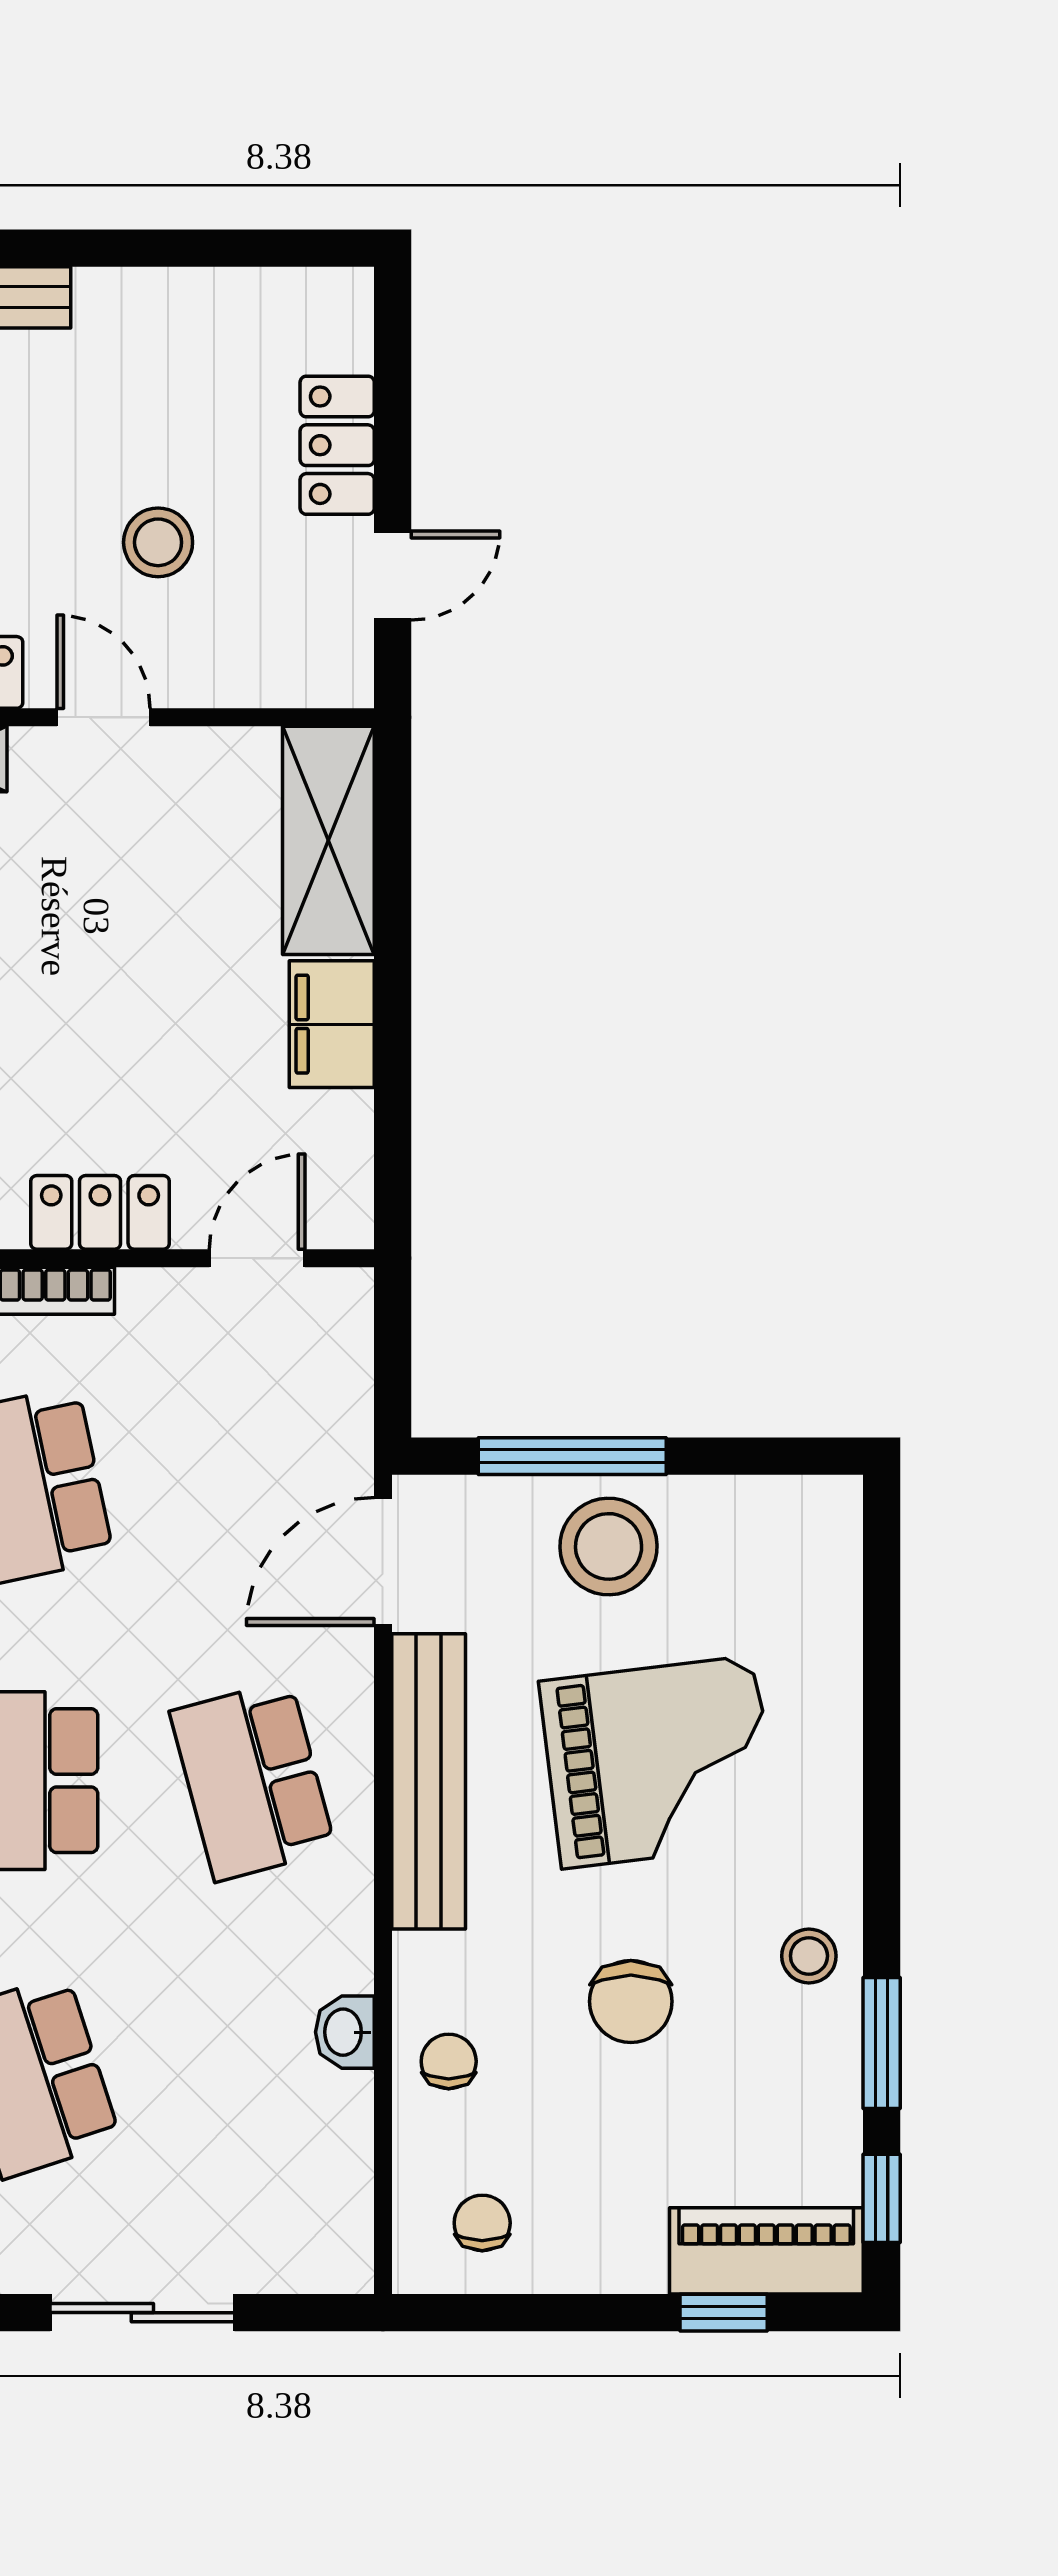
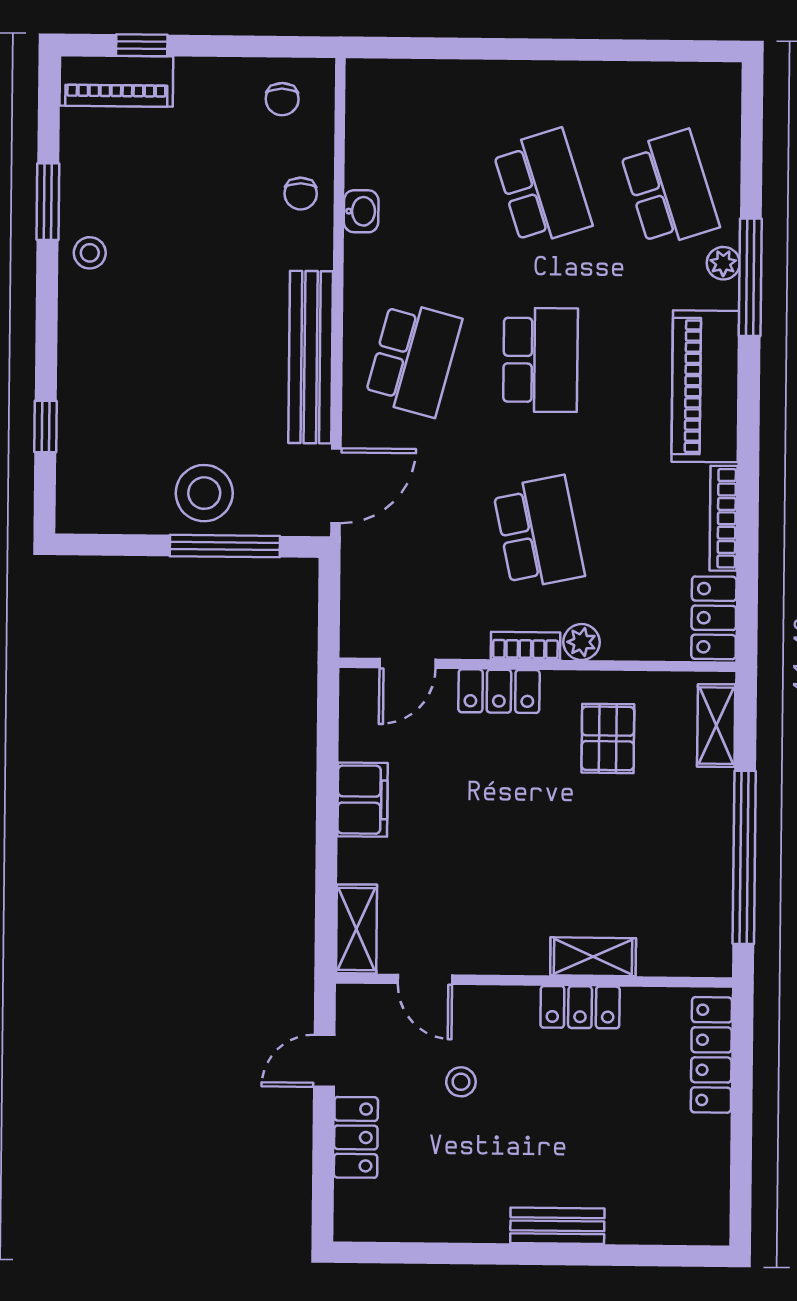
stool: (158, 542) -> (461, 1082), width x0.73, depth x0.73
door: (104, 717) -> (425, 979), moved
shelving: (328, 840) -> (356, 929), width x0.67, depth x0.75
grand piano: (659, 1762) -> (176, 367), removed
school desk: (253, 1781) -> (413, 359), turned 30
chair: (631, 2001) -> (194, 227), removed
window: (882, 2198) -> (45, 427), moved
sliding door: (142, 2313) -> (481, 49), removed

